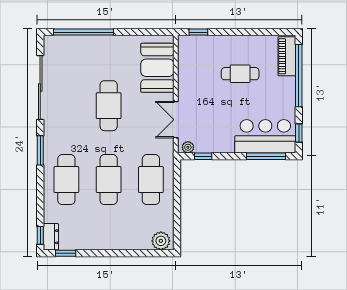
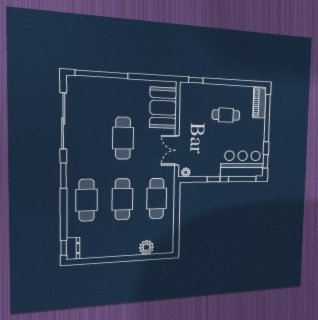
window: (203, 156) -> (214, 179), moved
plant: (161, 241) -> (146, 247), moved
window: (66, 253) -> (86, 261), removed

